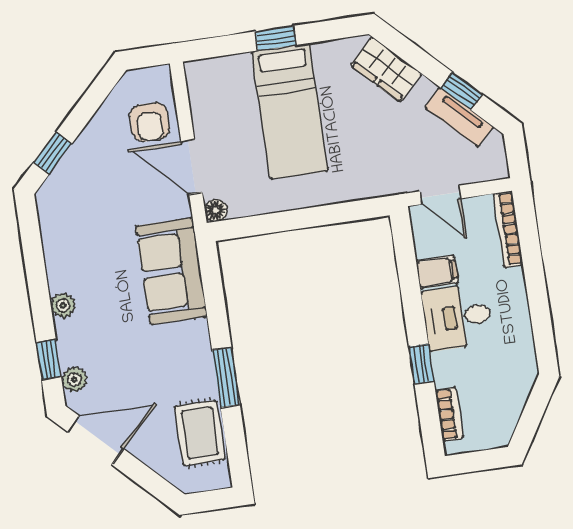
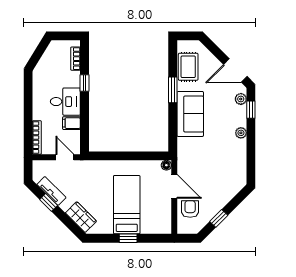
window: (53, 153) -> (219, 218), moved
sofa: (171, 271) -> (190, 114), moved

